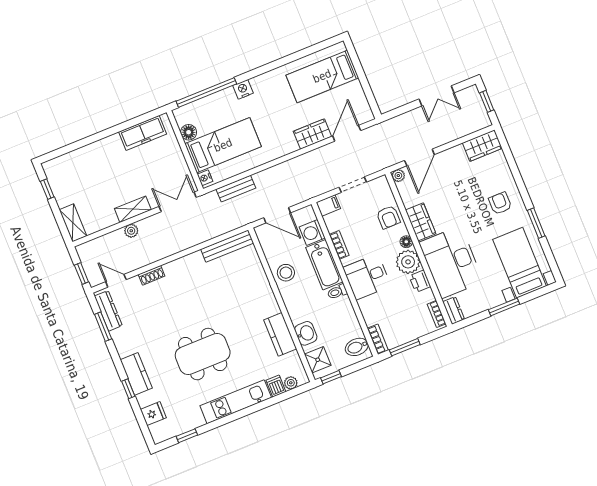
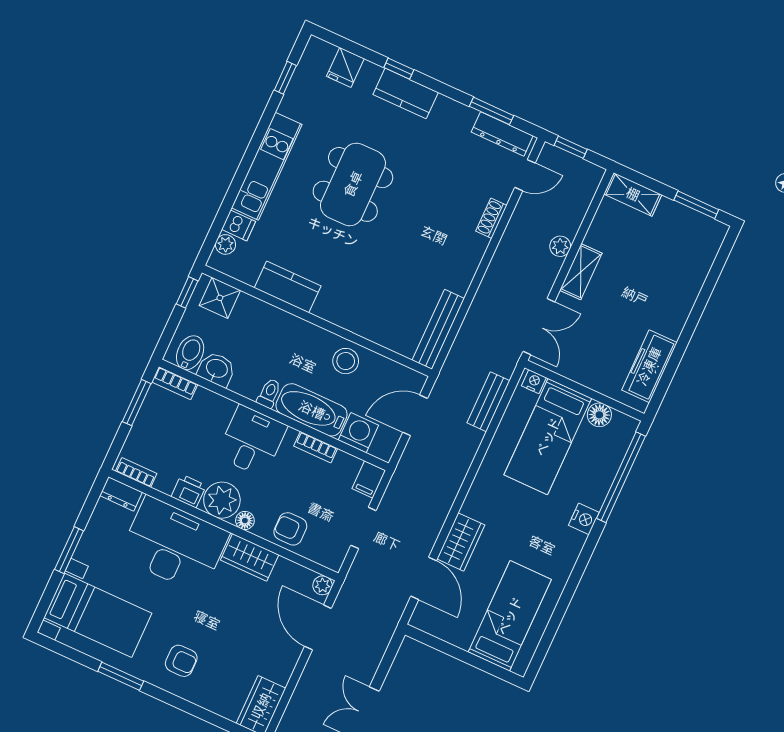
window: (47, 189) -> (696, 205), width x1.50
washbasin: (306, 333) -> (217, 369), moved, turned 180

